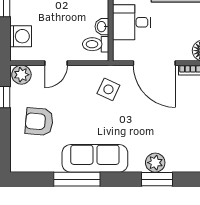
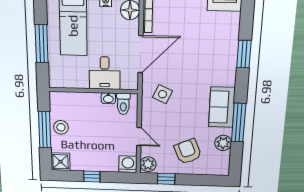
washing machine: (21, 36) -> (128, 164), moved
armchair: (39, 122) -> (188, 152), turned 152
sofa: (95, 158) -> (222, 107), width x0.73
plant: (155, 163) -> (223, 143), moved

